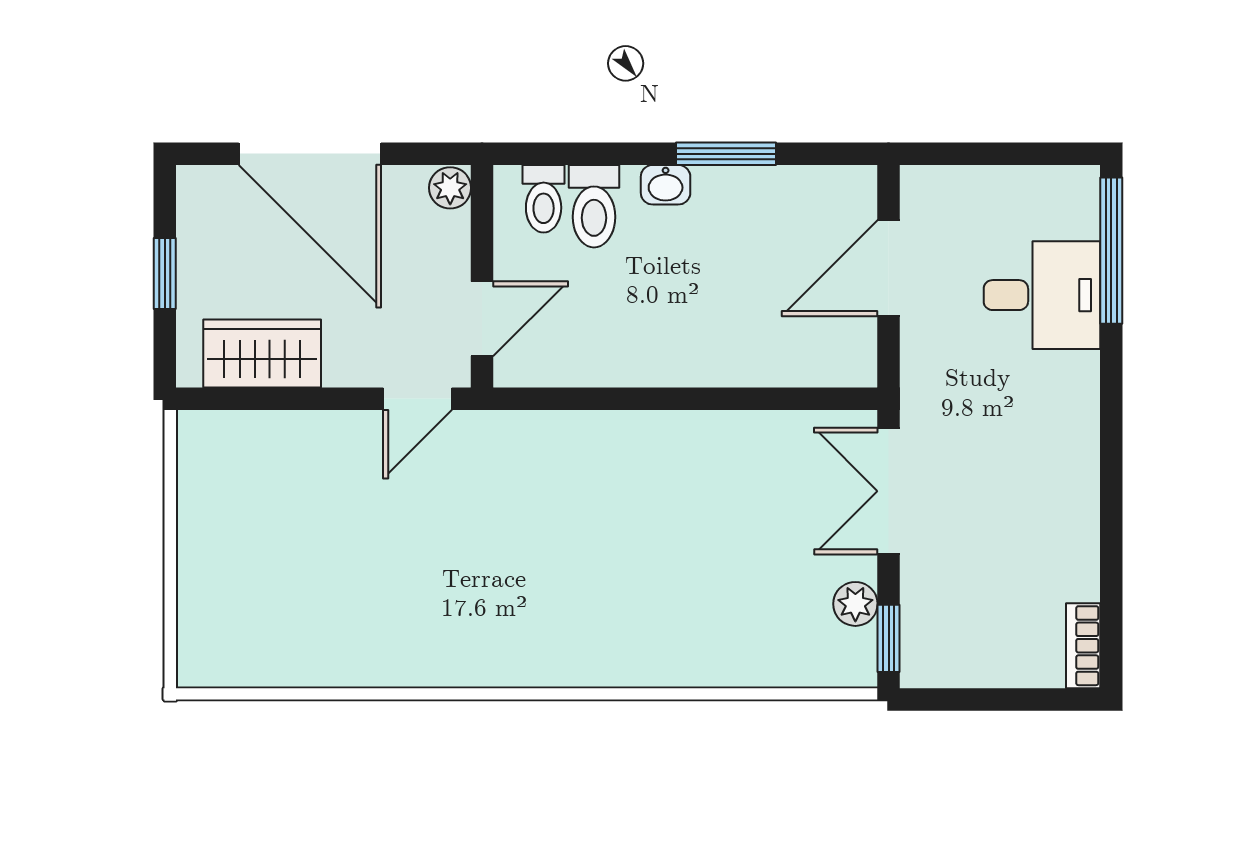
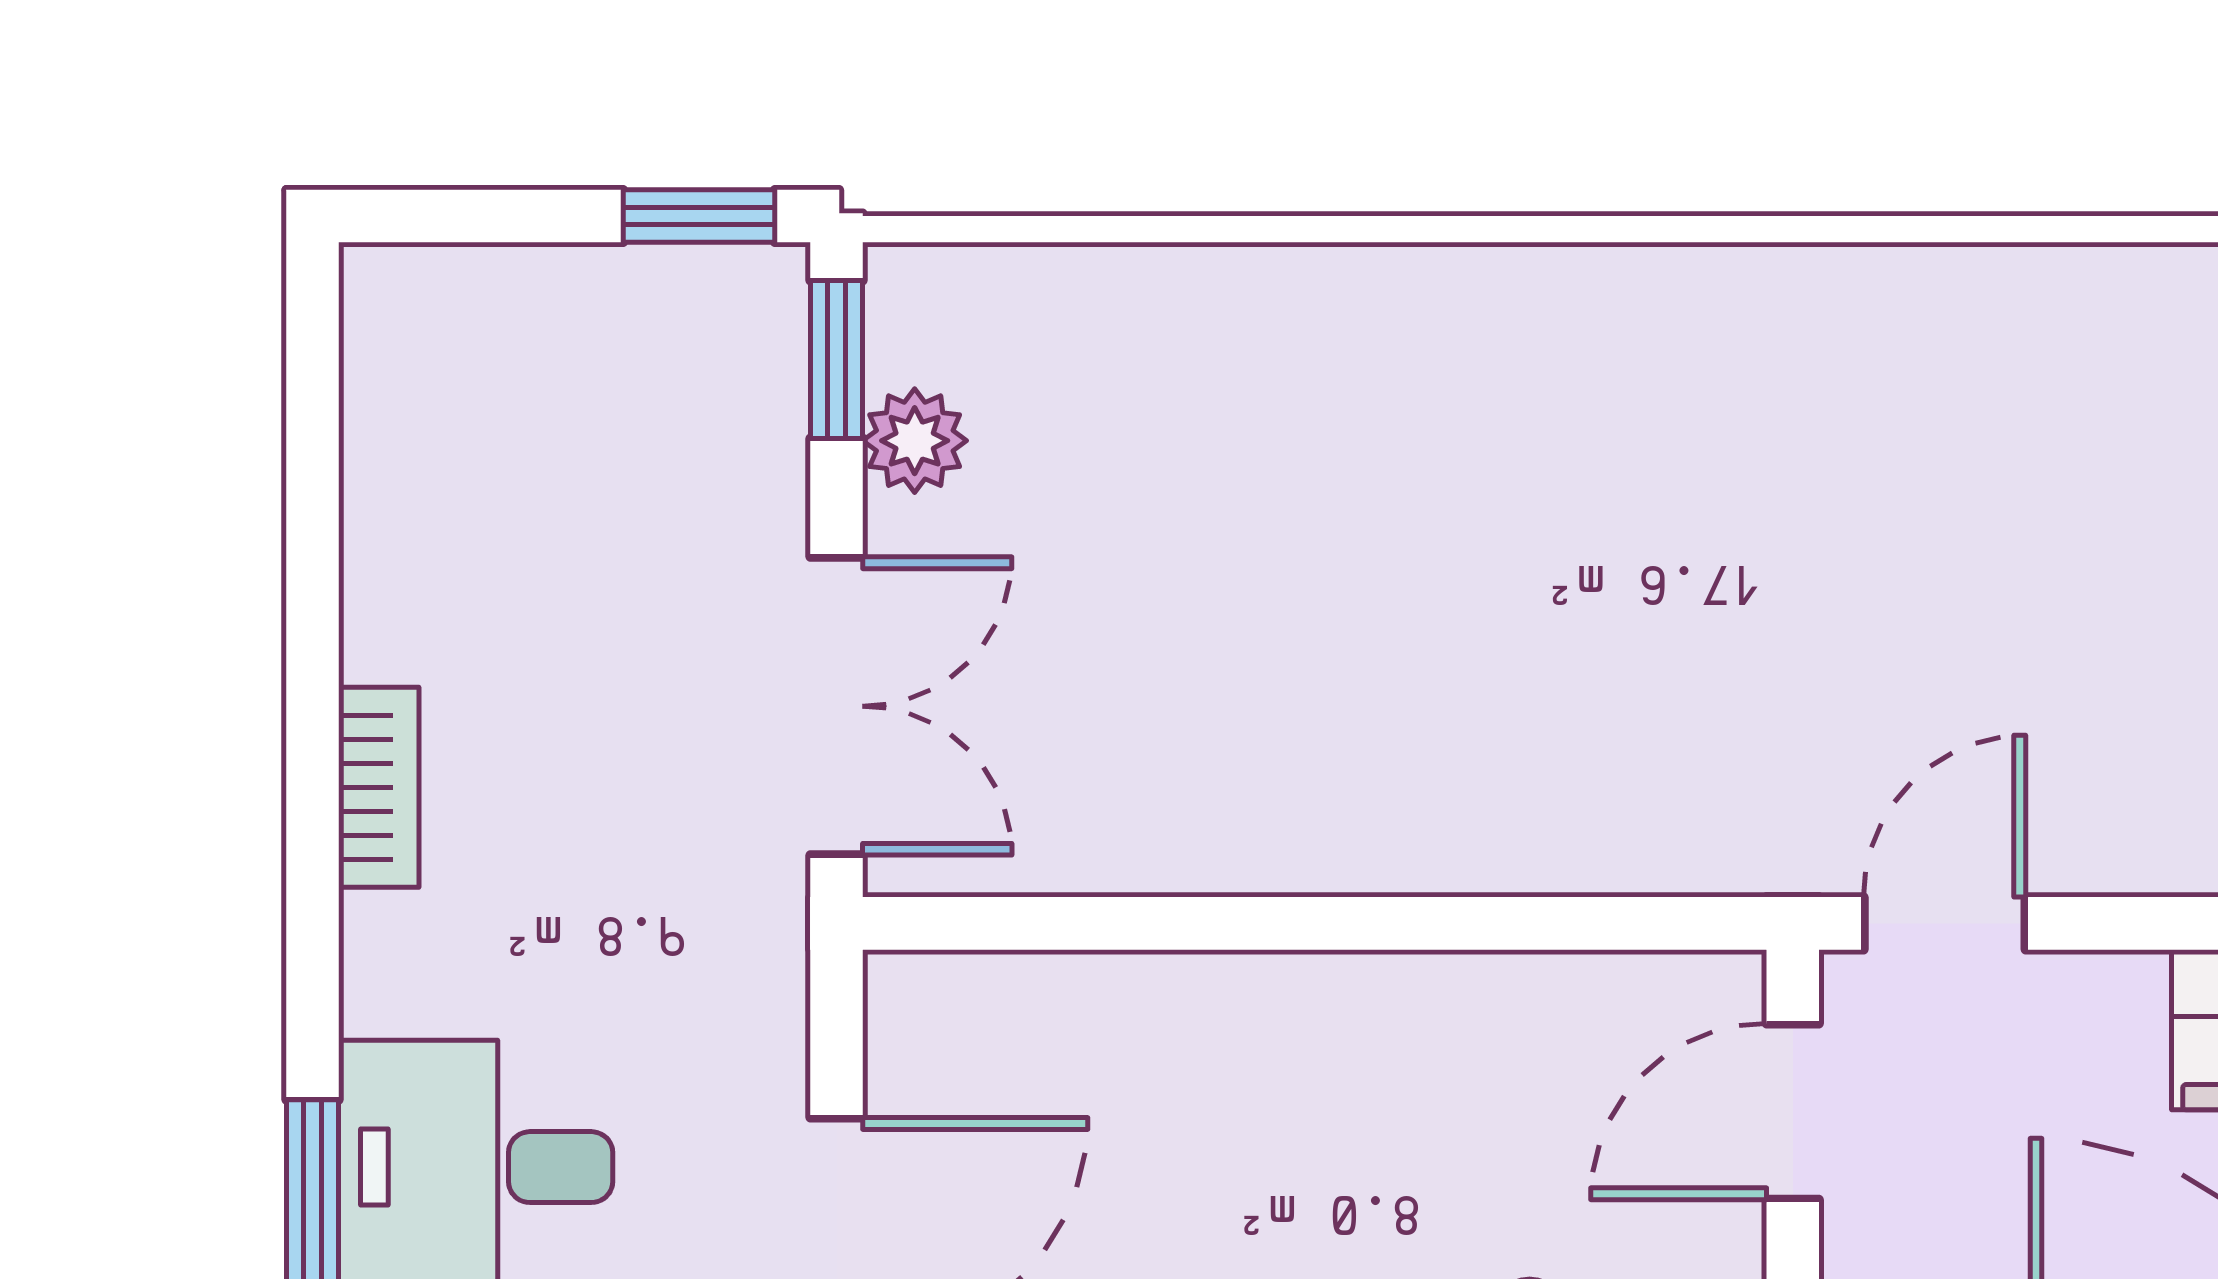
bookcase: (1083, 646) -> (379, 787), moved
window: (947, 699) -> (699, 216), added

